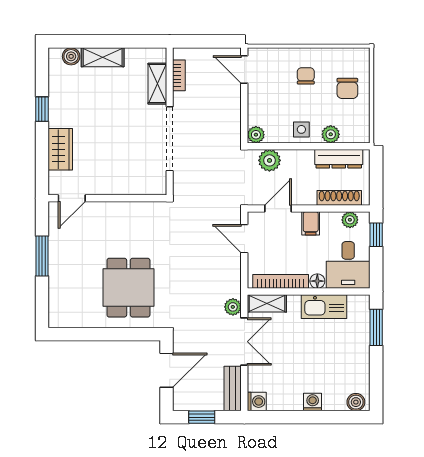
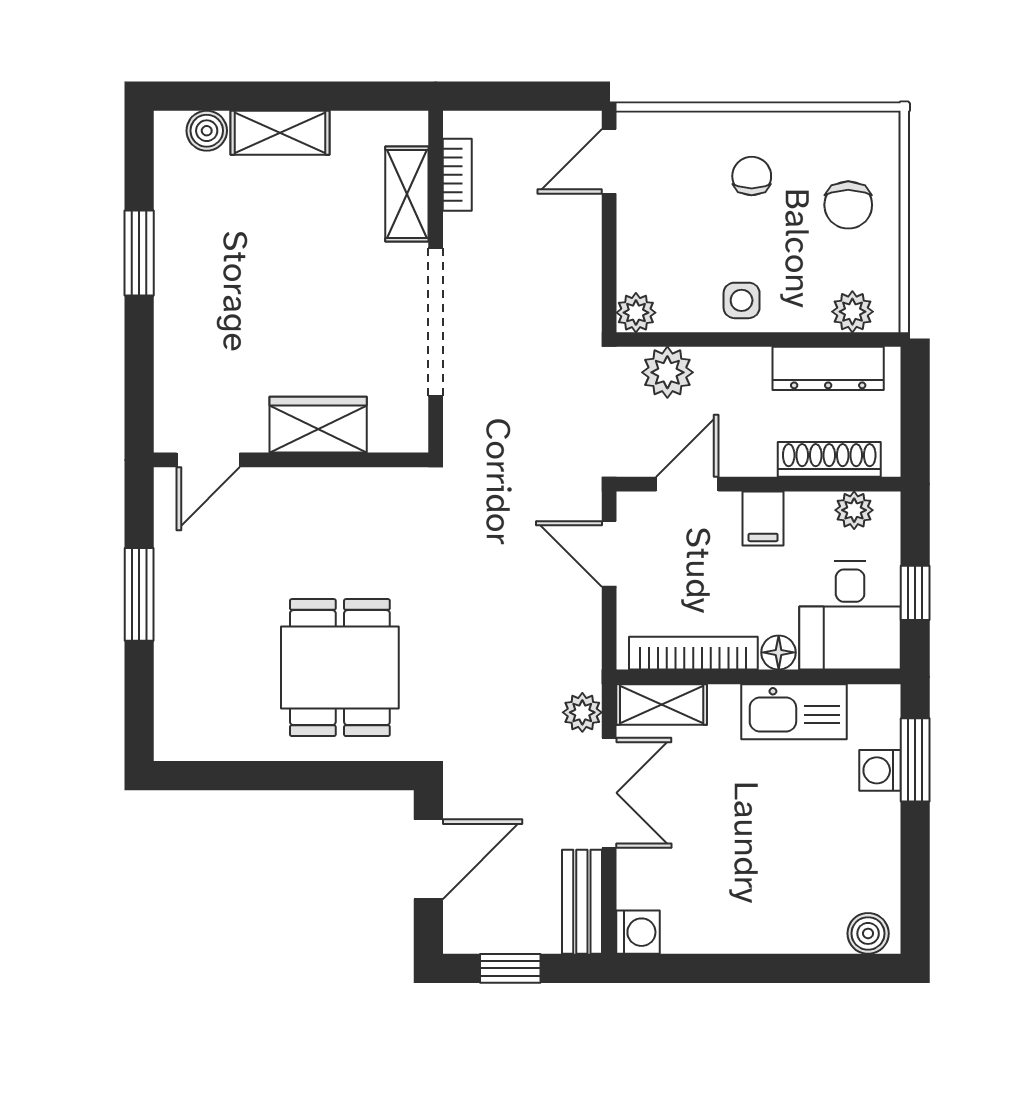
door: (244, 70) -> (609, 161), hinge flipped
window: (42, 109) -> (139, 253), width x1.50
plant: (331, 134) -> (852, 312), moved
wardrobe: (60, 149) -> (318, 425), moved, turned -90
window: (376, 235) -> (915, 593), moved
washing machine: (313, 402) -> (880, 770), moved, turned -90

